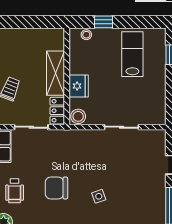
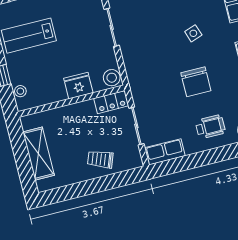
shelving: (56, 73) -> (39, 154), moved, turned 90

